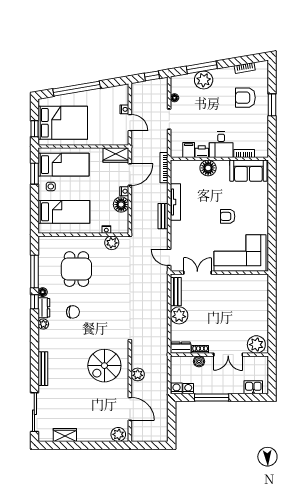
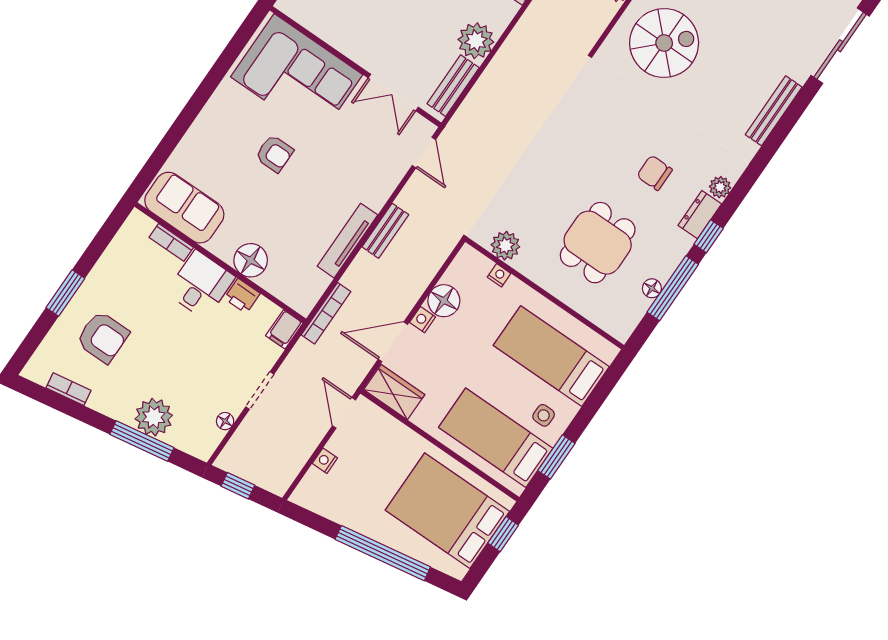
door: (130, 123) -> (344, 413), moved
filing cabinet: (189, 150) -> (284, 329), moved
floor lamp: (43, 292) -> (652, 288), moved

